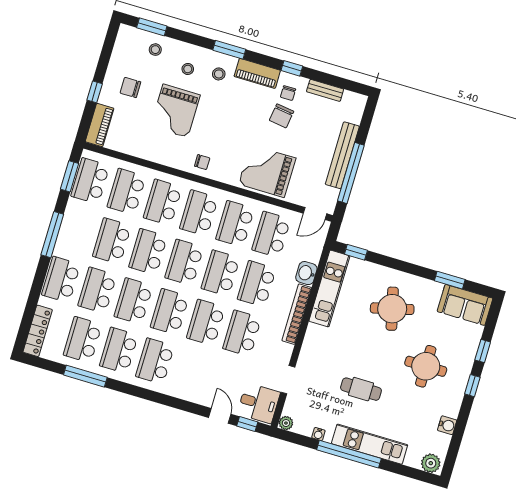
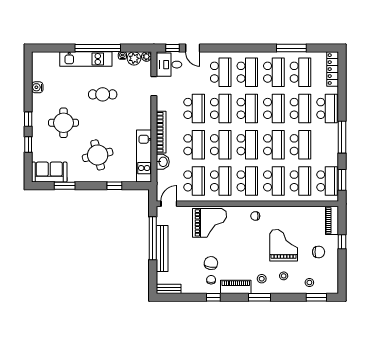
bench: (325, 90) -> (169, 289), moved
window: (356, 252) -> (114, 186), moved
school desk: (191, 372) -> (221, 72), added
plant: (431, 463) -> (134, 58), moved

